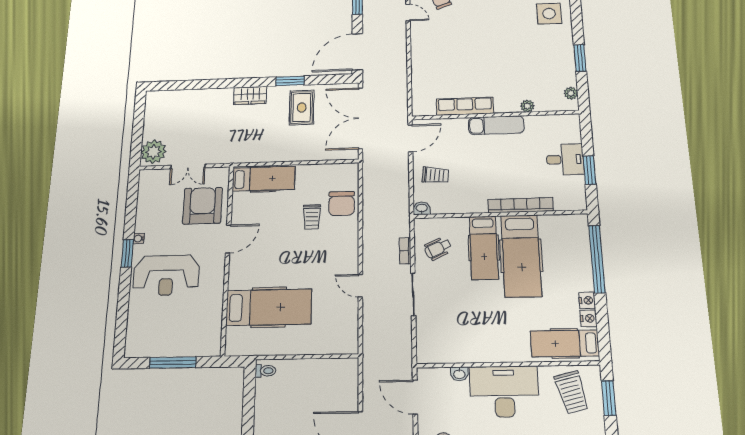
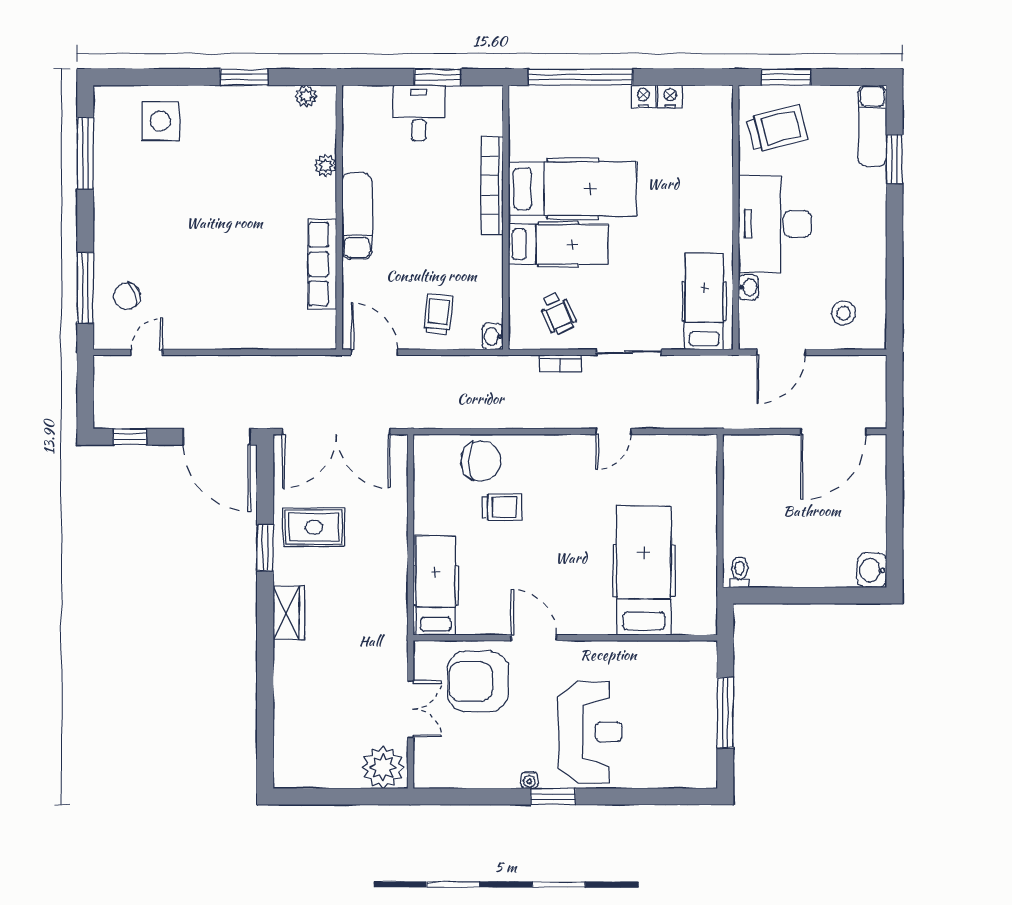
hospital bed: (565, 343) -> (704, 301), moved, turned 180

